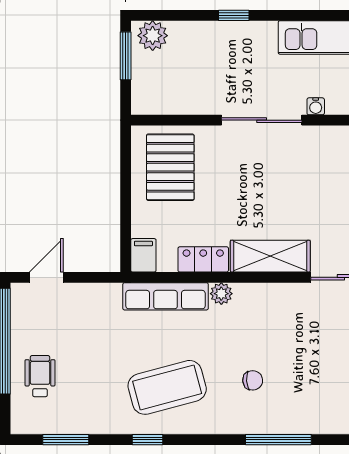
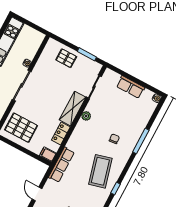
plant: (221, 294) -> (86, 116), moved
row of seats: (166, 296) -> (61, 165), moved

